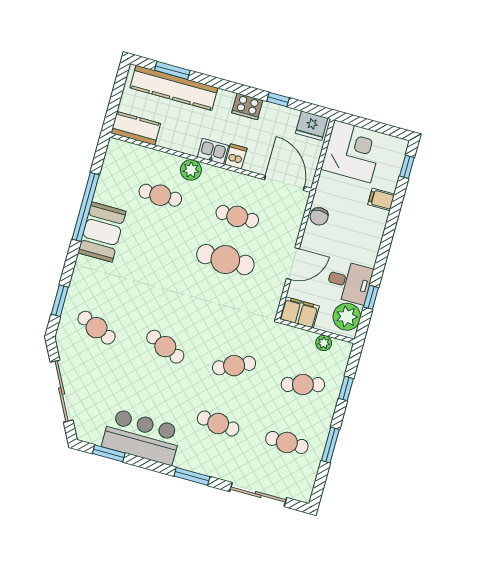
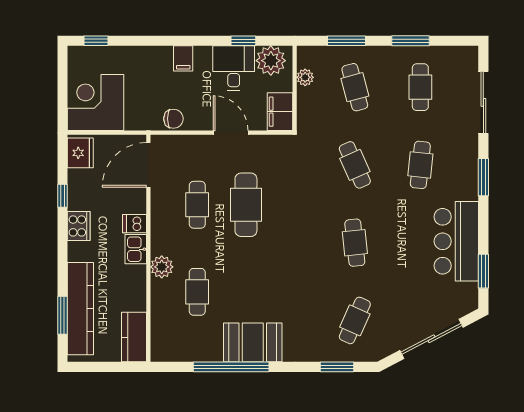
filing cabinet: (381, 199) -> (183, 58), moved
cafe table: (165, 347) -> (355, 243), turned -30
window: (346, 388) -> (346, 41), width x1.50

